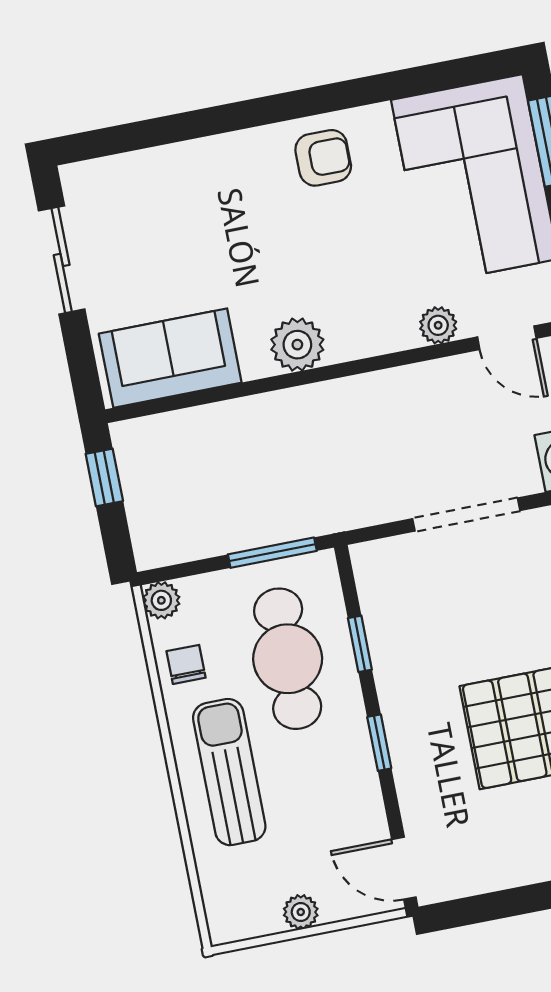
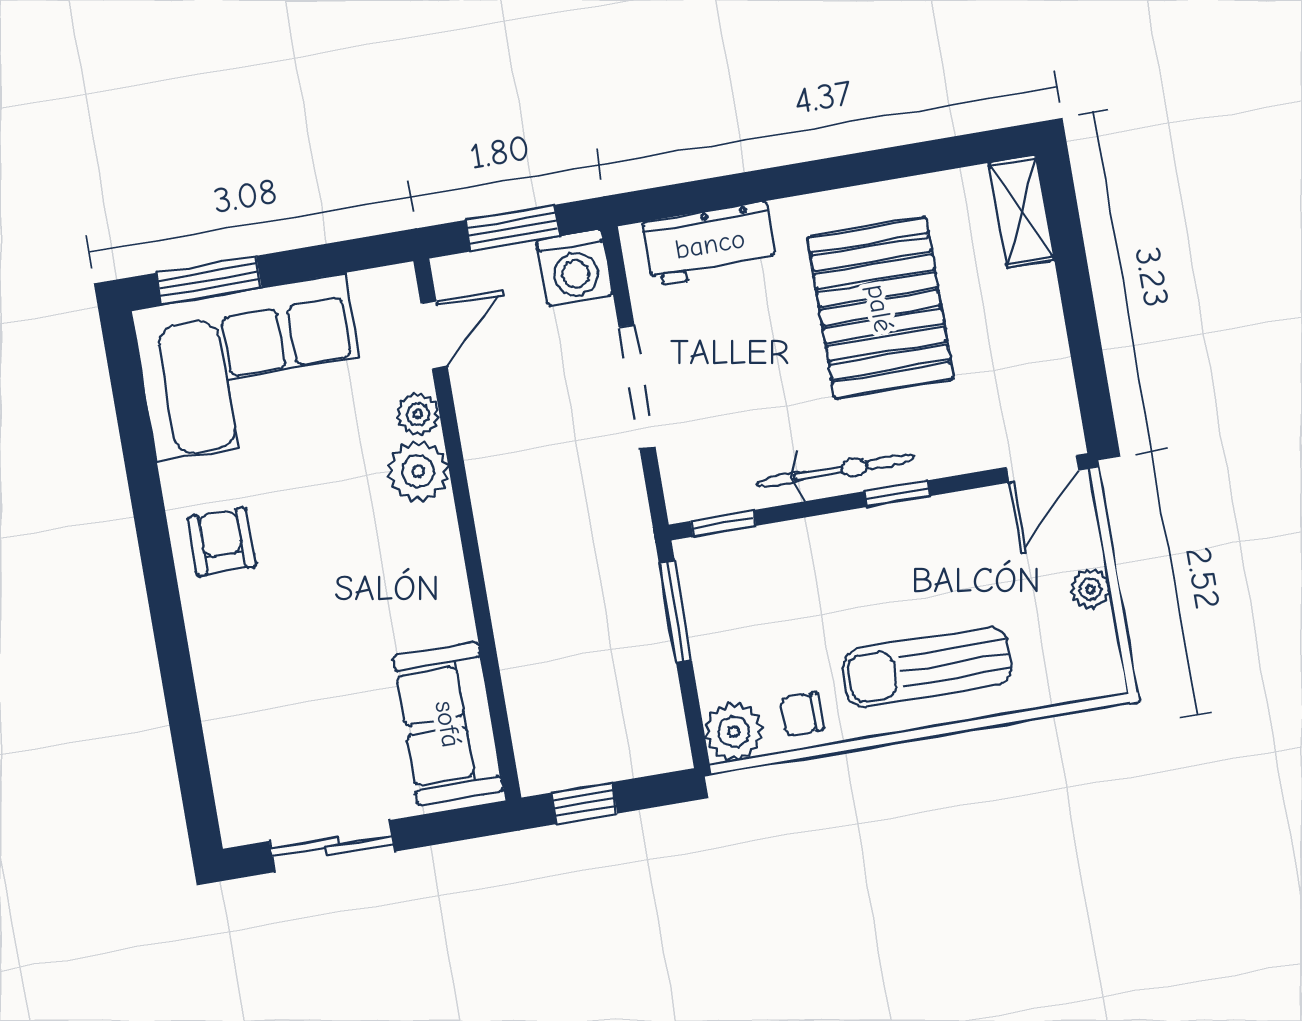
plant: (297, 345) -> (418, 471), moved
plant: (161, 600) -> (734, 732), width x1.38, depth x1.38
window: (360, 644) -> (723, 523), moved
cafe table: (288, 659) -> (798, 597), removed
bicycle: (398, 688) -> (835, 471), added

